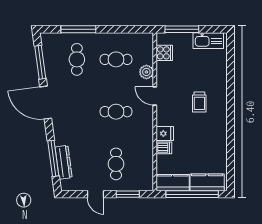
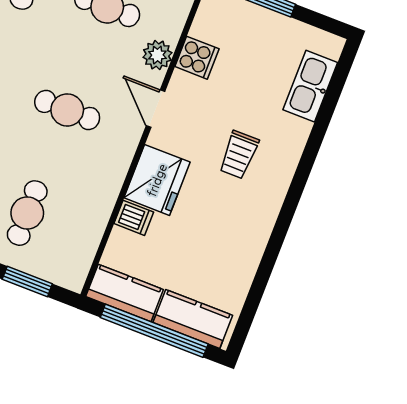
kitchen sink: (208, 41) -> (310, 86), moved, turned 90
cooker: (164, 53) -> (197, 58), moved
fridge: (165, 134) -> (157, 180), width x1.88, depth x1.34

